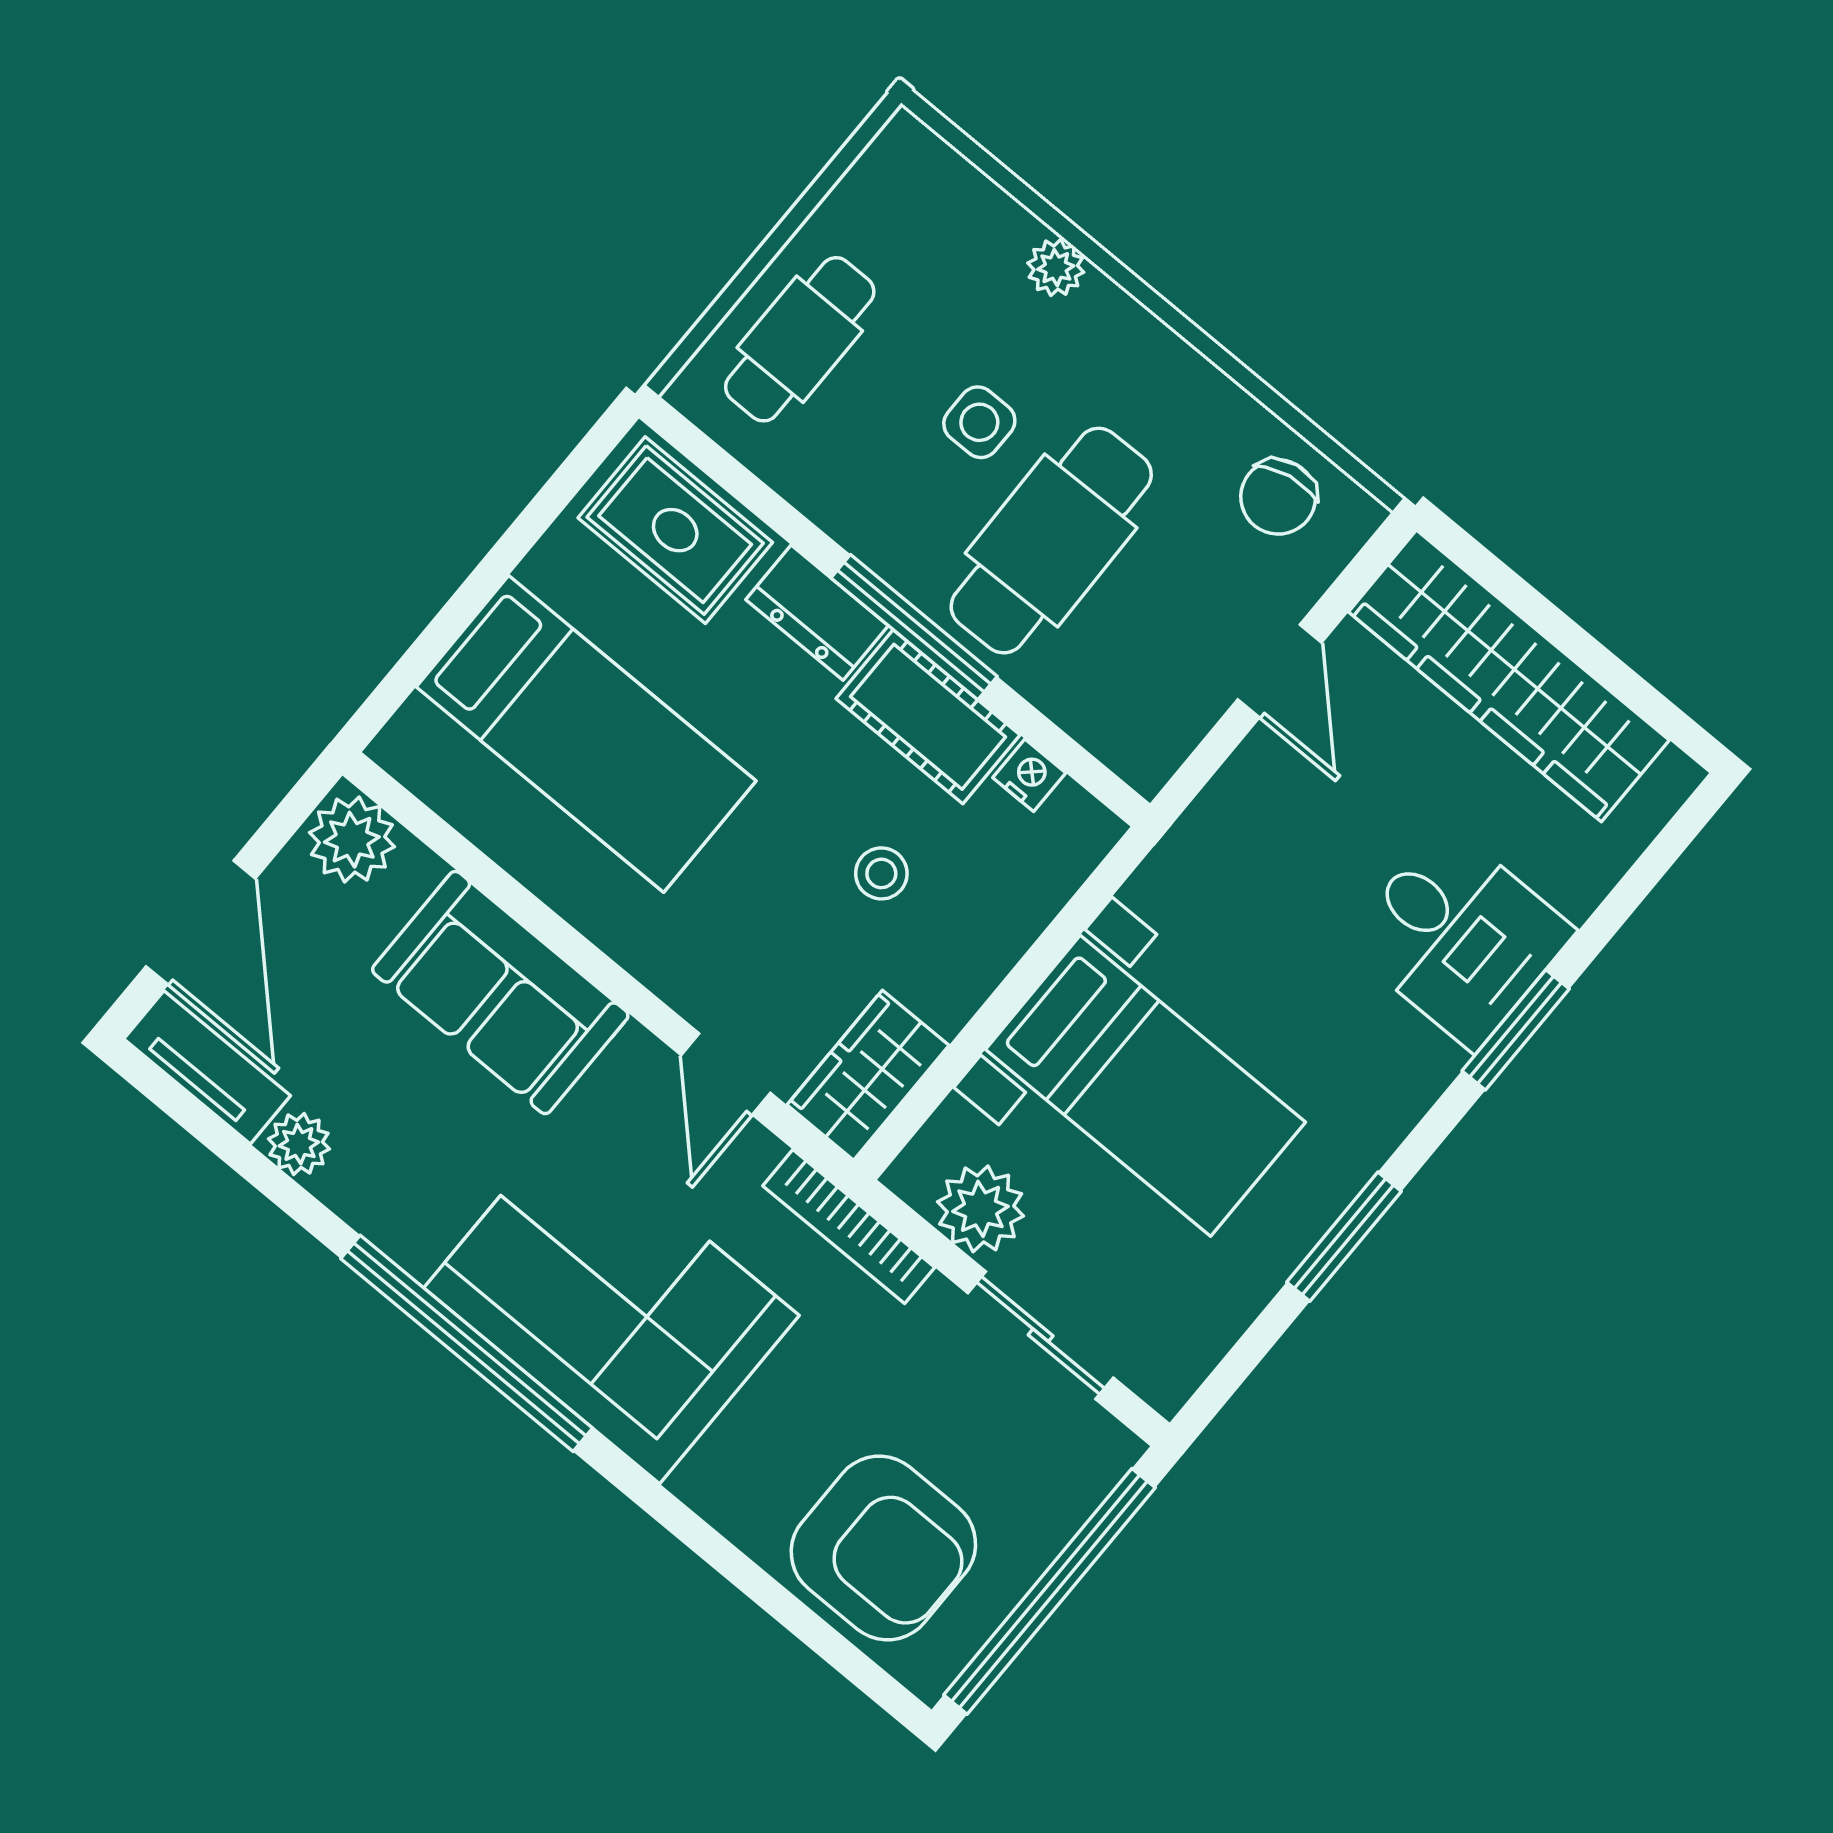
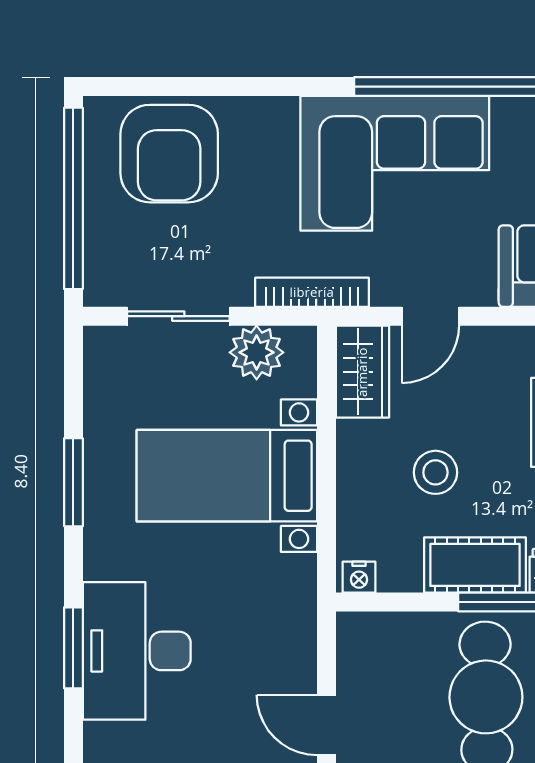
nightstand: (1029, 775) -> (359, 577), moved
stool: (881, 873) -> (435, 472), width x1.37, depth x1.37
desk: (1459, 937) -> (137, 651), width x1.37
door: (726, 1074) -> (430, 316), swing flipped
armchair: (883, 1548) -> (169, 154), turned -90

